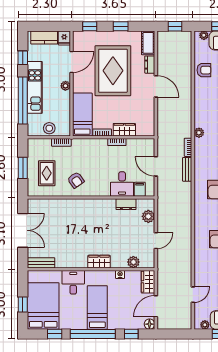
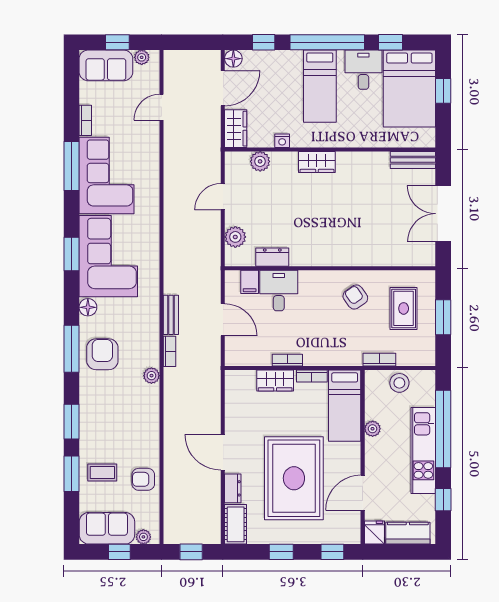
plant: (65, 86) -> (373, 429), moved
desk: (73, 282) -> (363, 70), moved, turned 180

